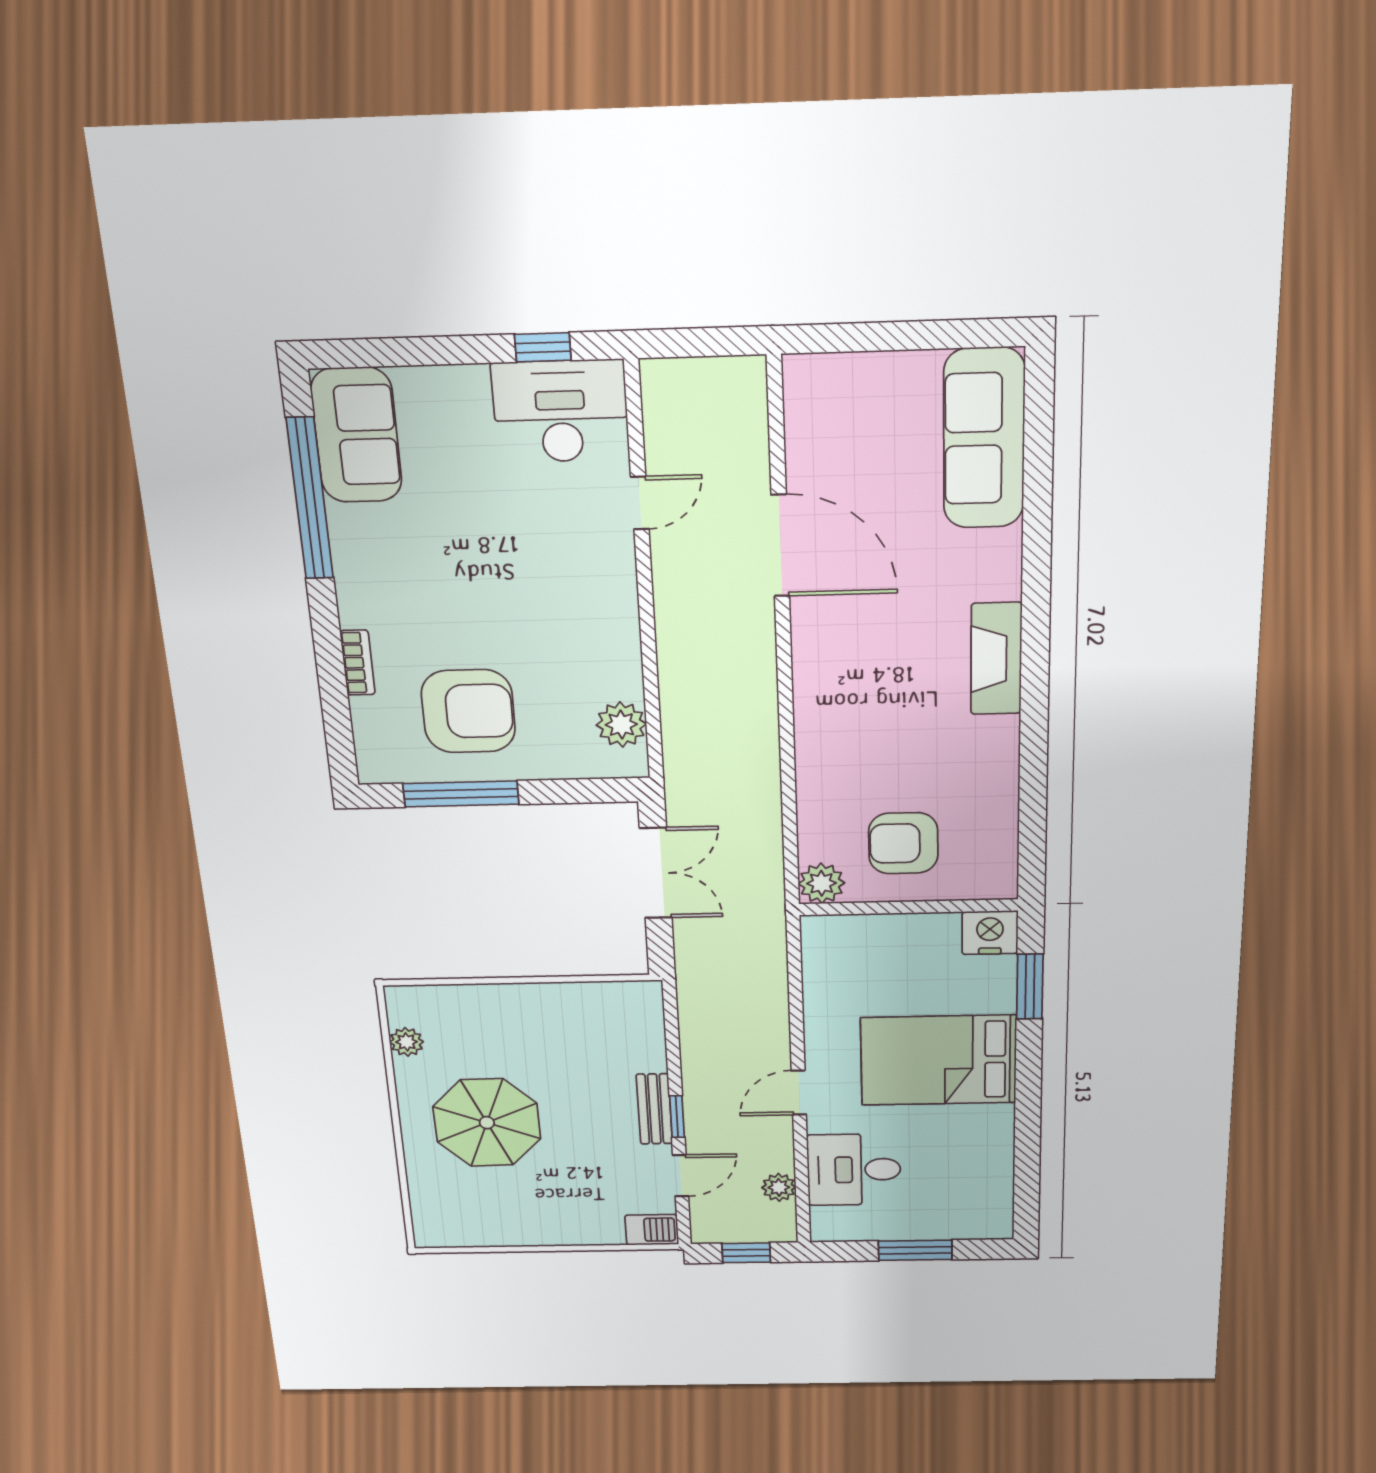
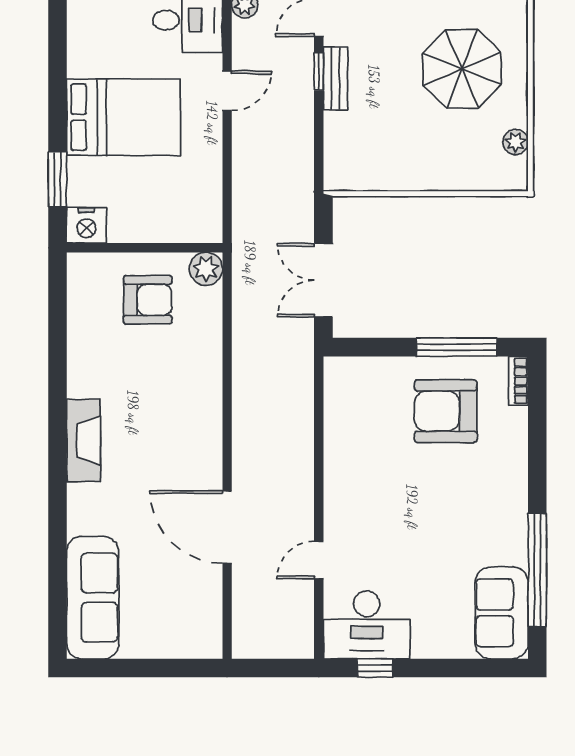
bookcase: (358, 663) -> (518, 381), moved
plant: (621, 725) -> (341, 398), removed

